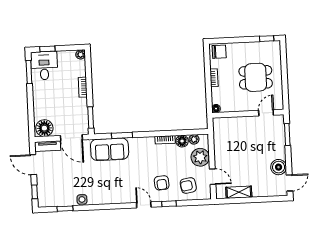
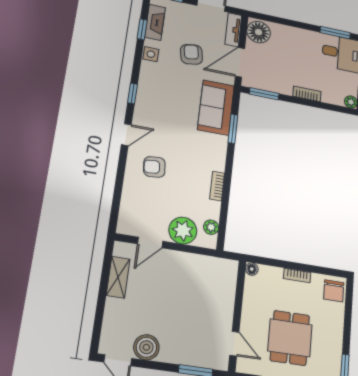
floor lamp: (182, 141) -> (211, 210), removed
armchair: (188, 185) -> (191, 54), moved
fireplace: (57, 201) -> (155, 22), added
window: (169, 204) -> (132, 93), moved

